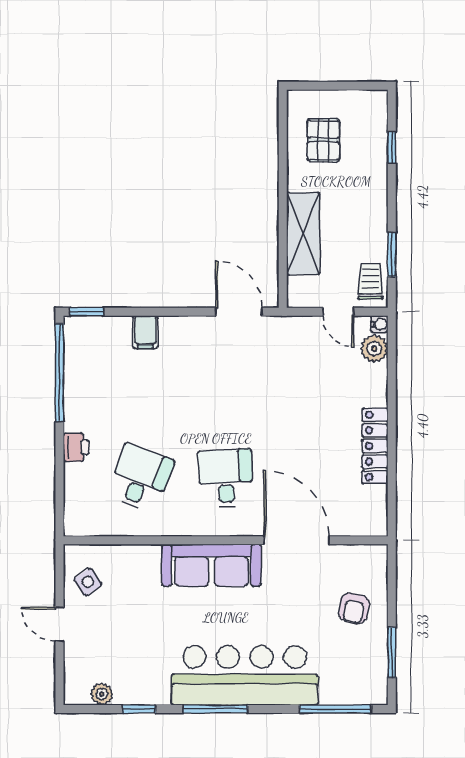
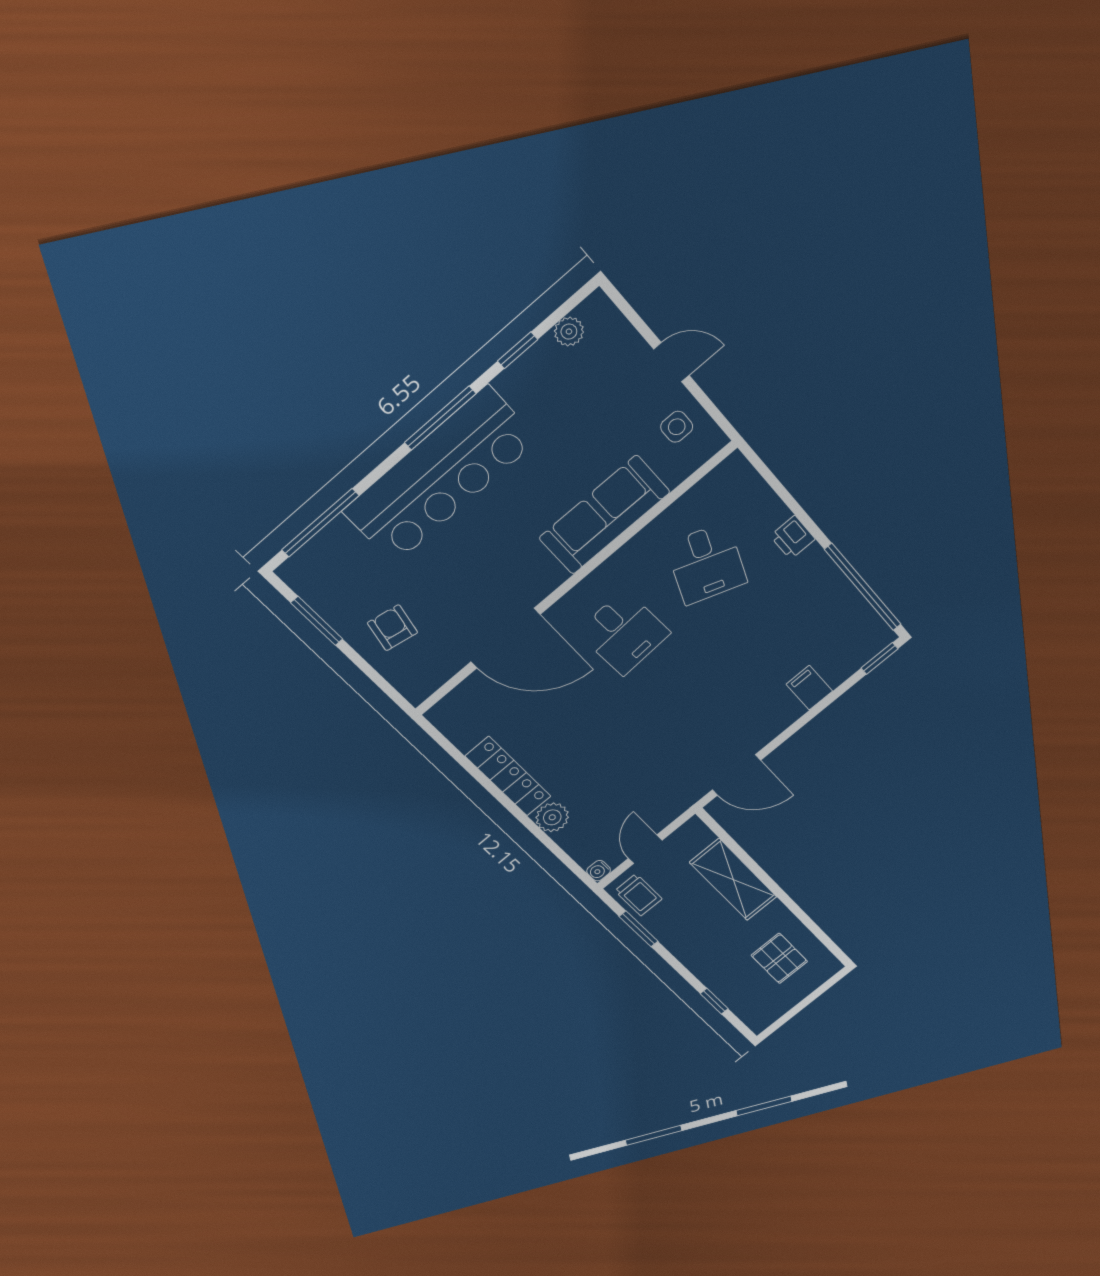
door: (338, 312) -> (645, 849), hinge flipped
plant: (374, 349) -> (552, 817), moved
sofa: (212, 565) -> (605, 515), moved
side table: (88, 582) -> (677, 427), turned 35

